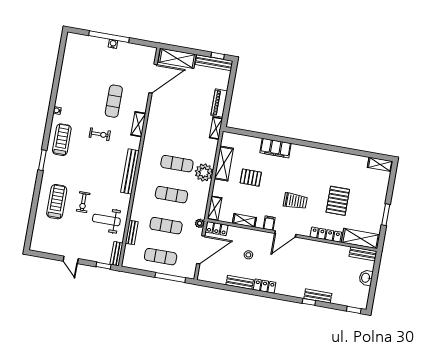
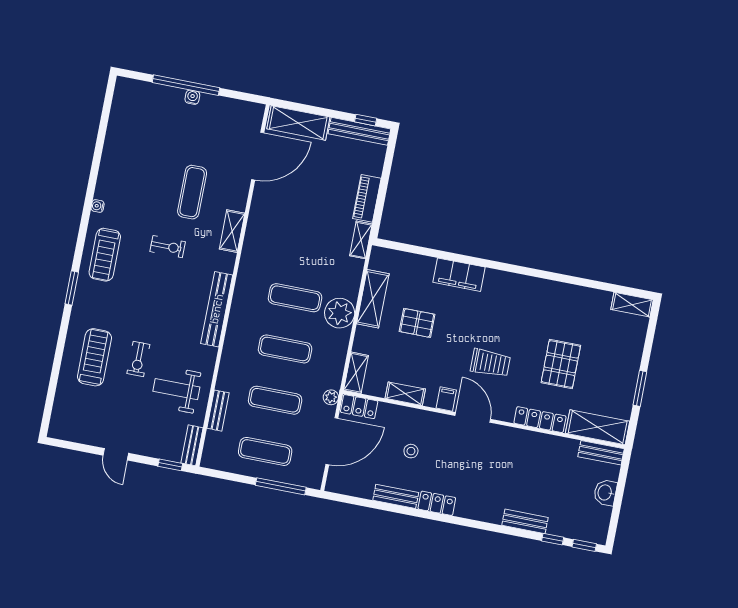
treadmill: (62, 140) -> (105, 255), turned 180
door: (285, 234) -> (473, 417), swing flipped
window: (309, 302) -> (553, 539), moved

